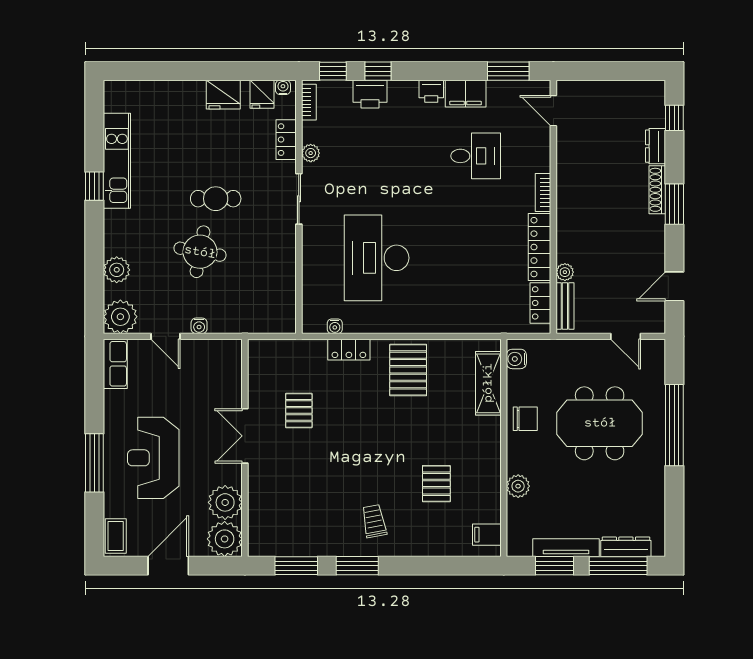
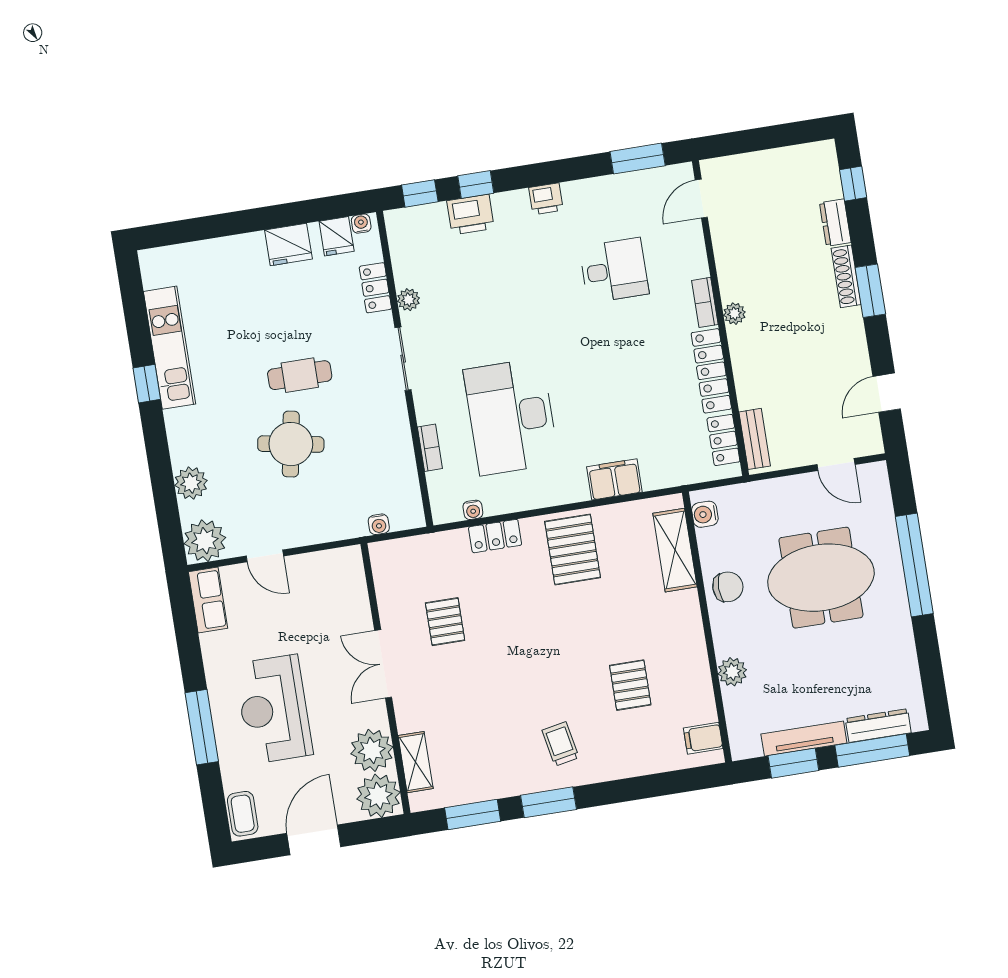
filing cabinet: (466, 94) -> (614, 479), moved, turned 180
bookcase: (309, 102) -> (430, 448), moved
door: (553, 111) -> (701, 199), hinge flipped
plant: (565, 272) -> (734, 314), moved
water cooler: (199, 326) -> (379, 524), moved
shelving: (258, 517) -> (416, 762), added

